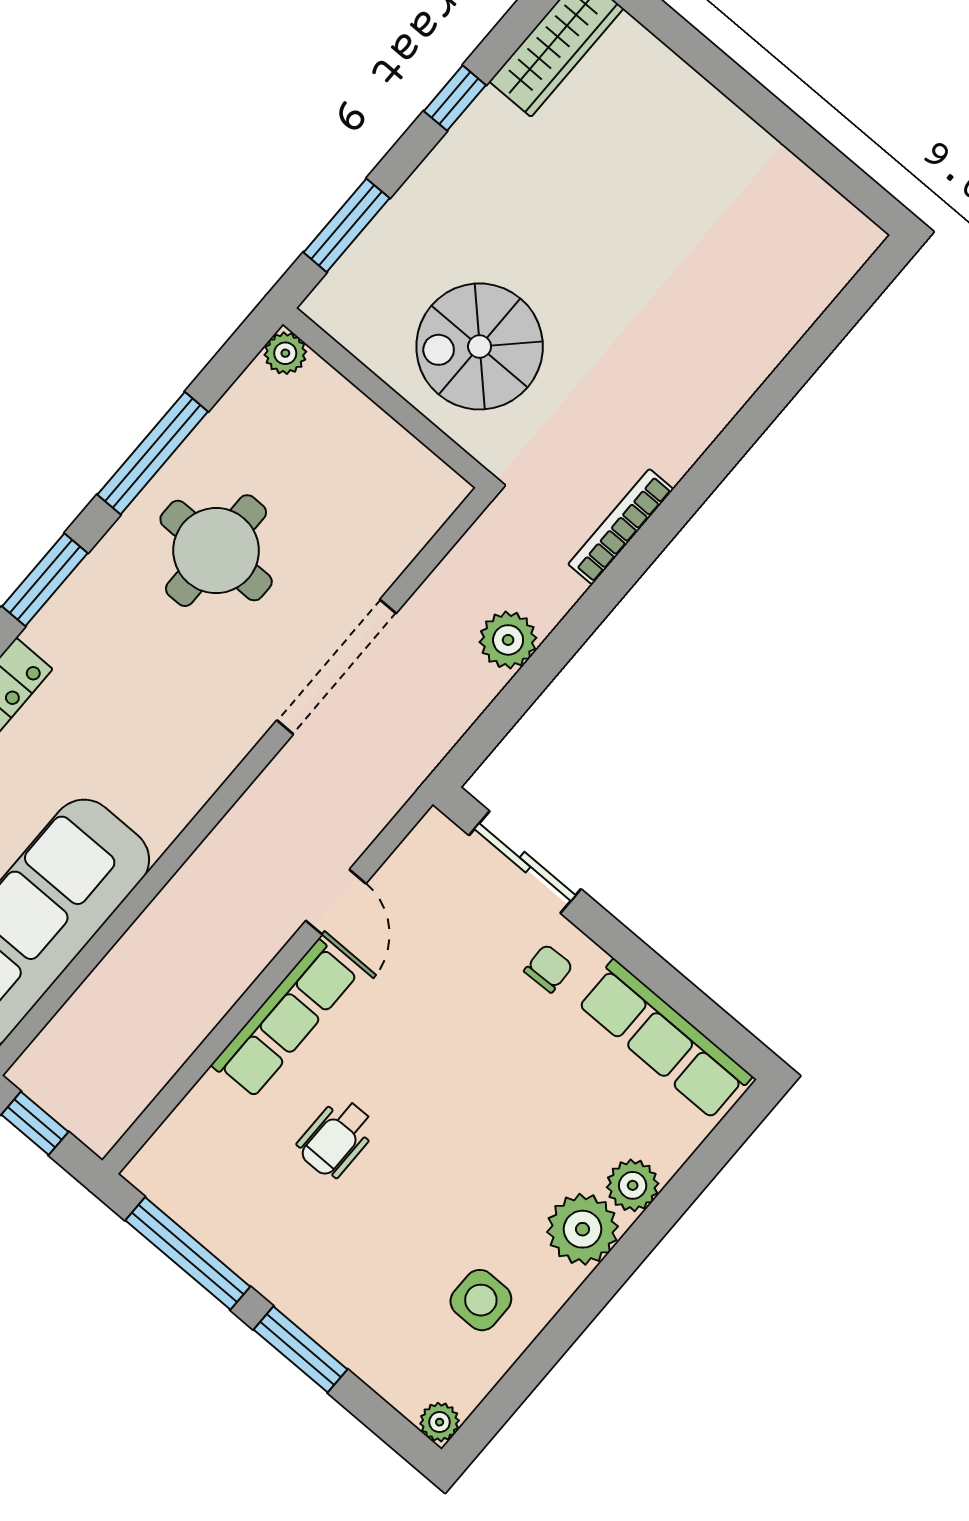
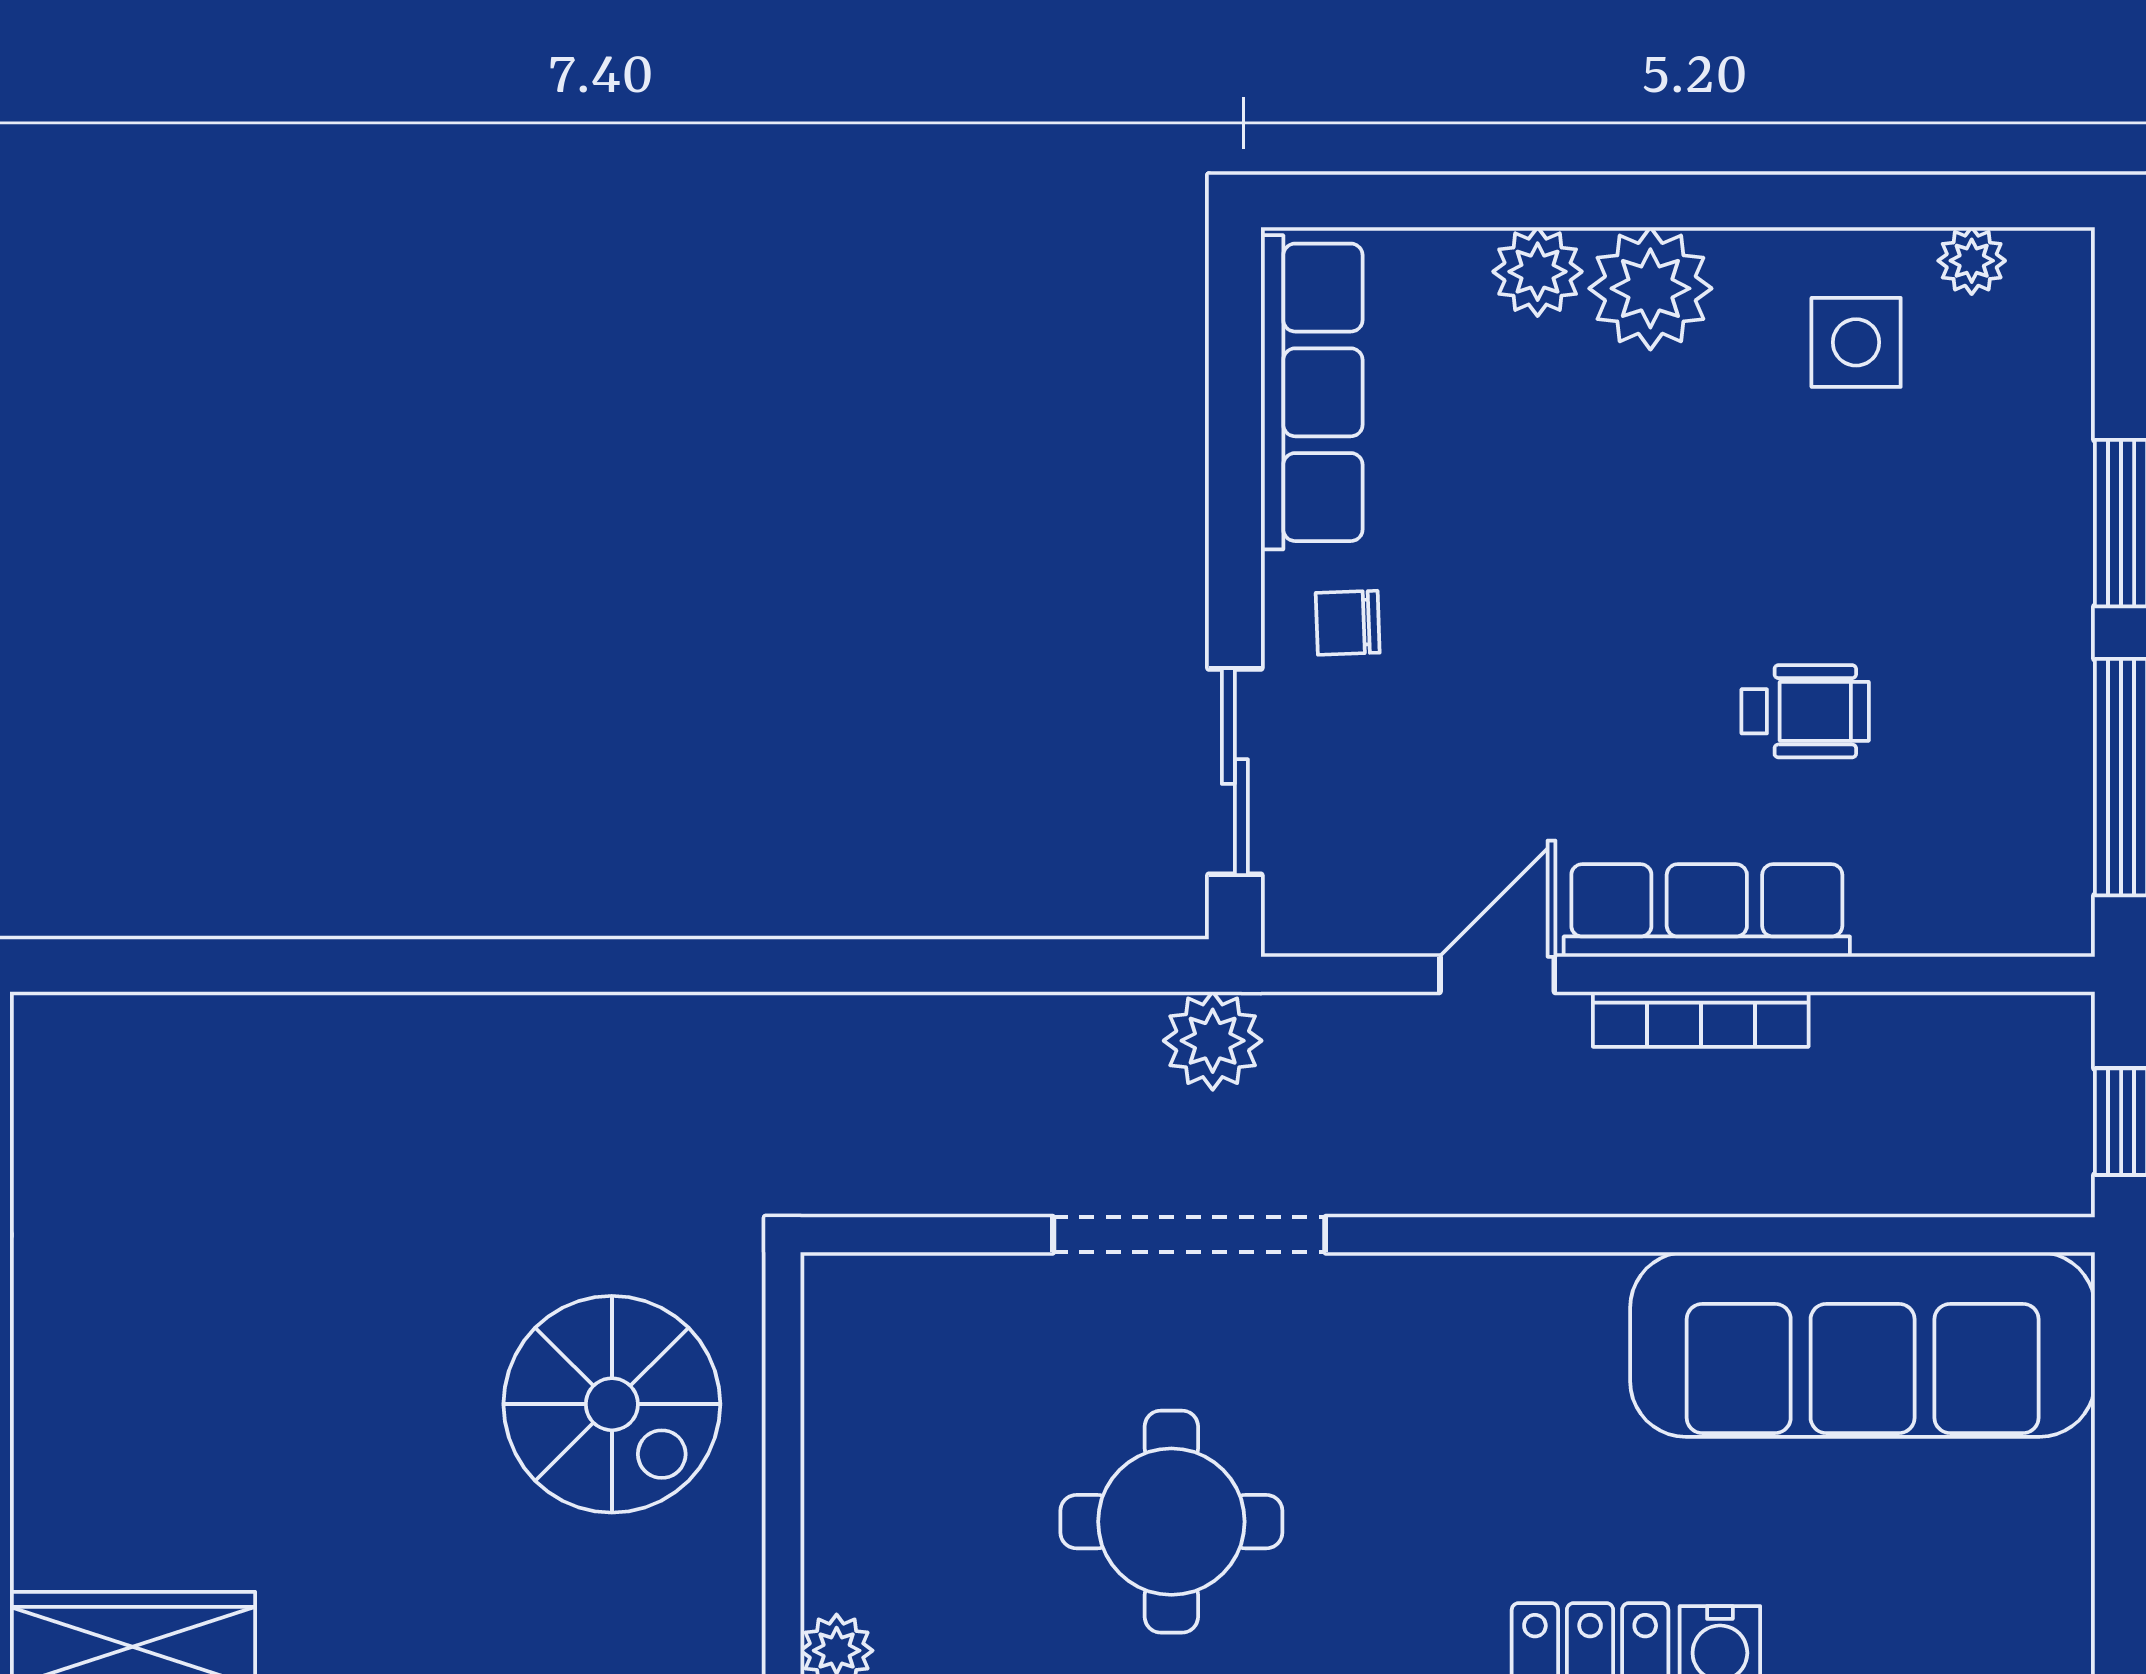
bookcase: (621, 527) -> (1701, 1019), moved
plant: (508, 640) -> (1213, 1041), moved
plant: (440, 1422) -> (1972, 261), moved

